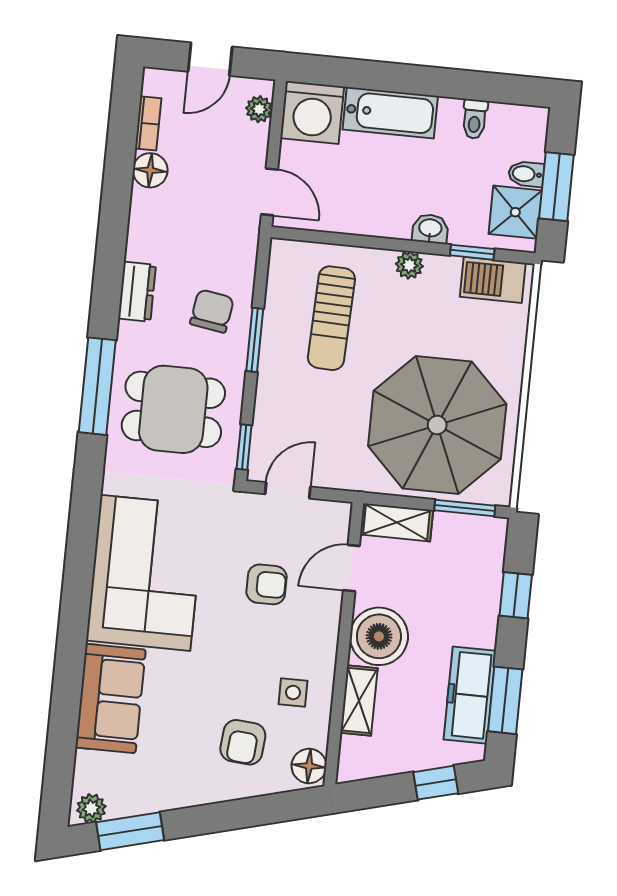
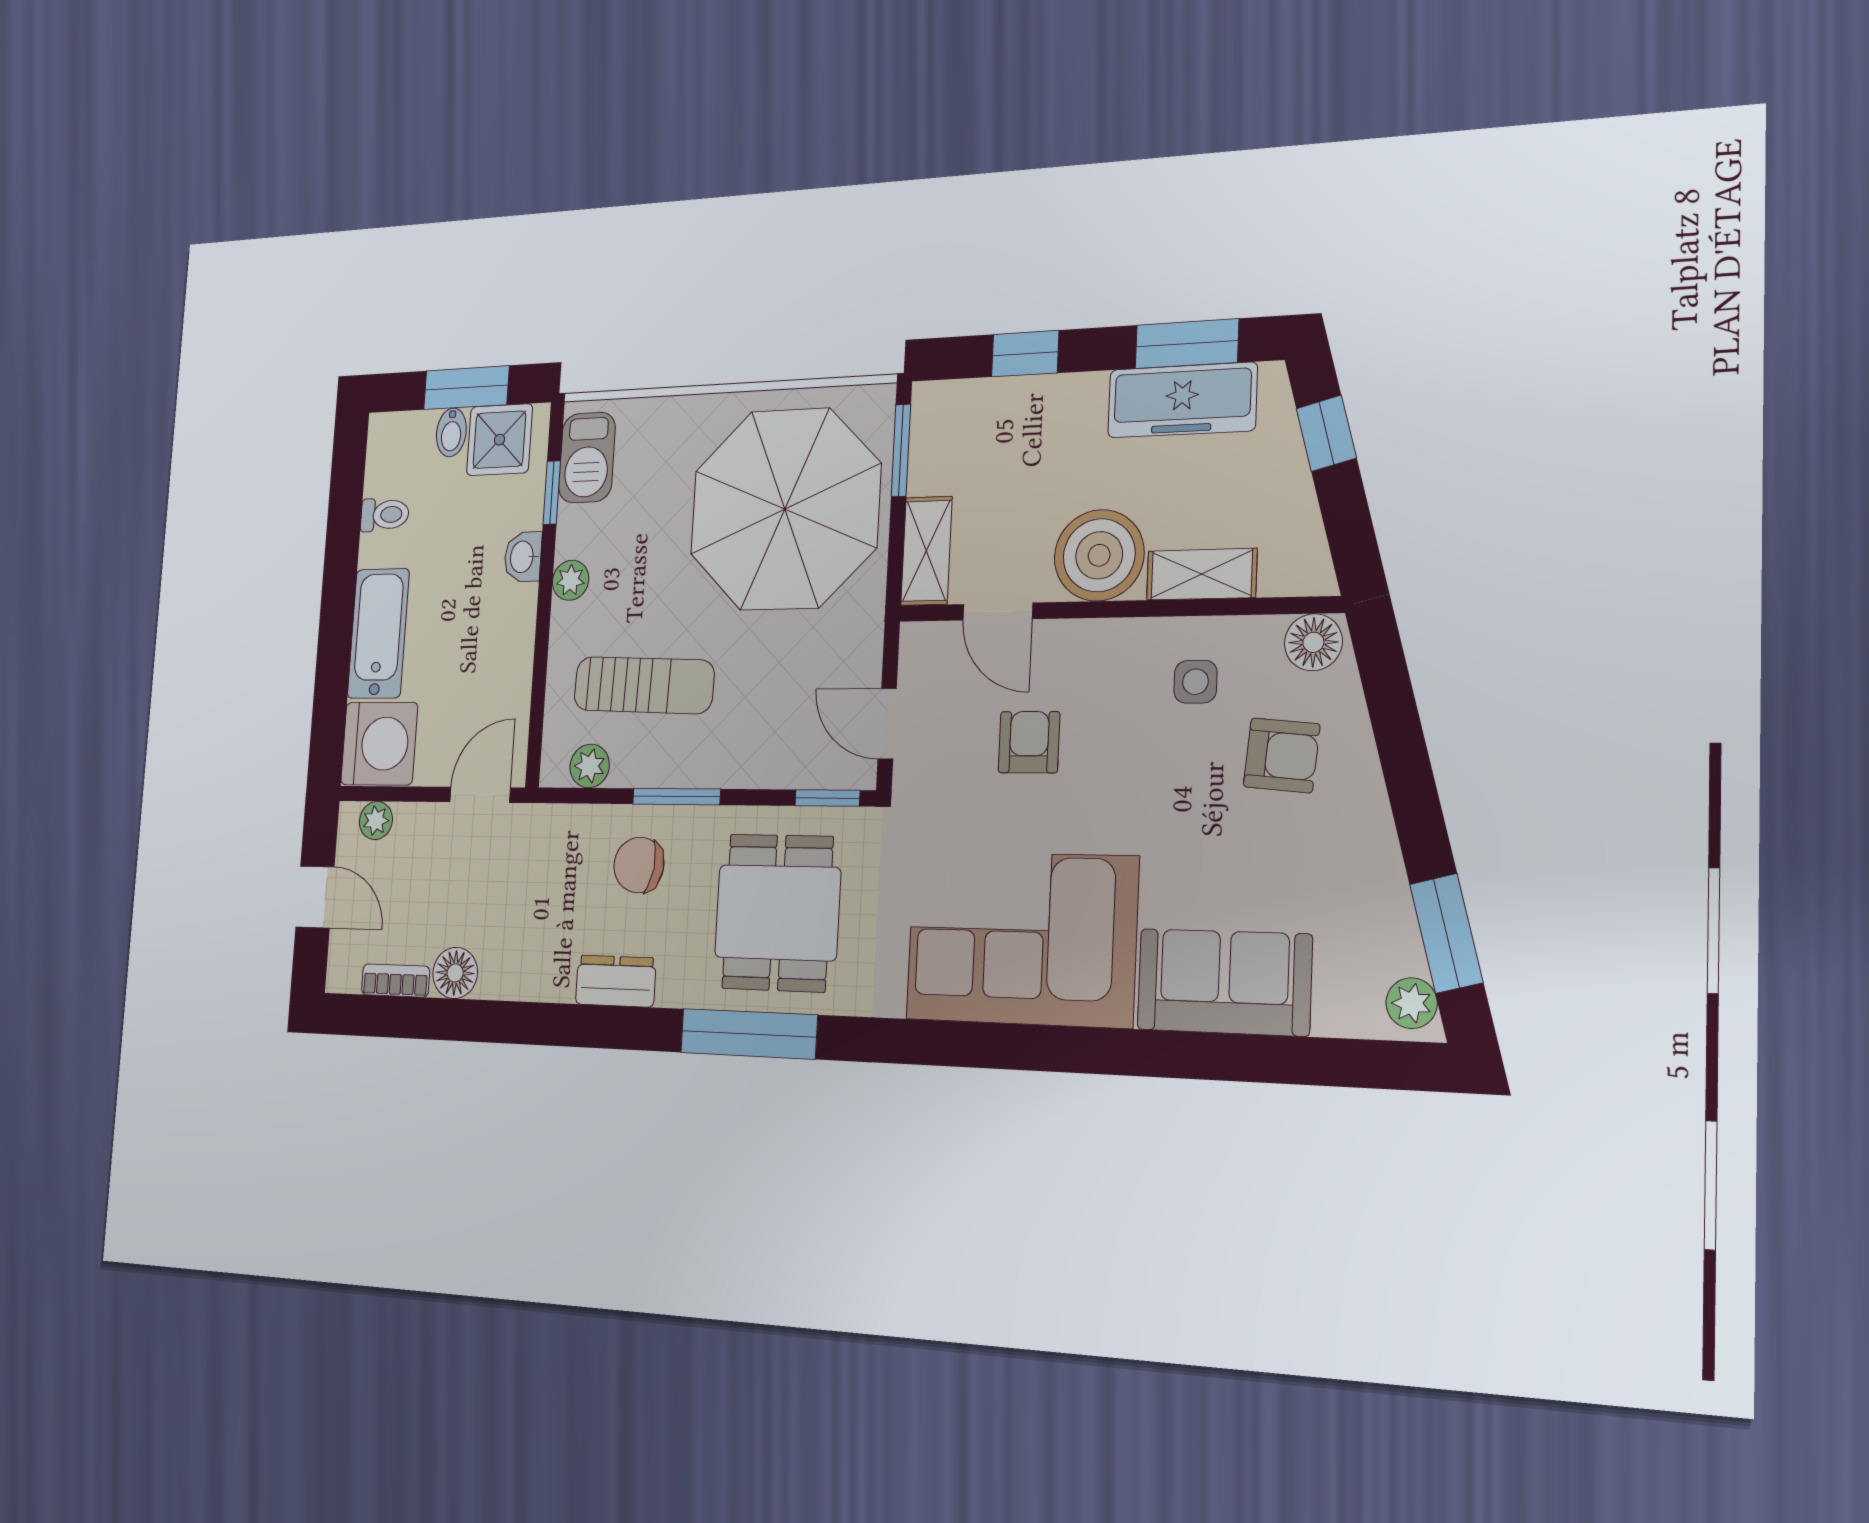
plant: (281, 276) -> (590, 766), added

